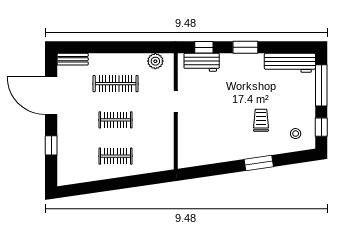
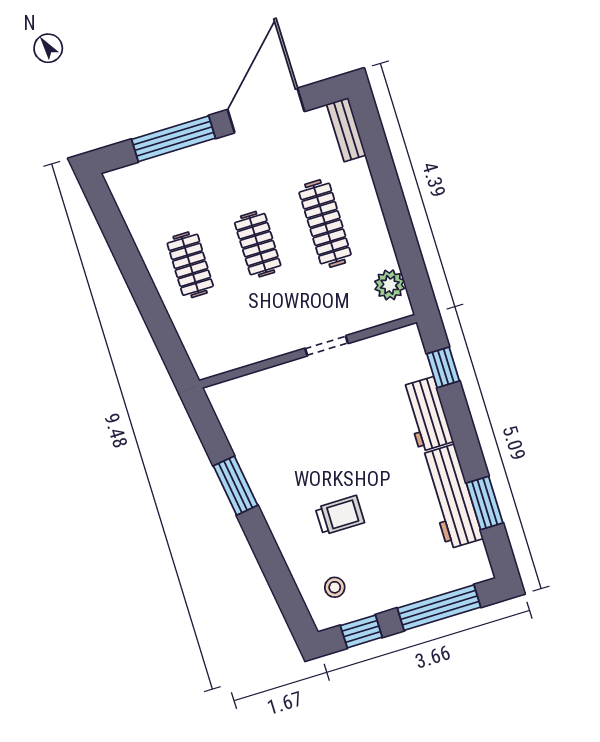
window: (245, 47) -> (485, 503), moved
workbench: (202, 62) -> (427, 414), moved
workbench: (290, 63) -> (451, 497), moved
window: (51, 145) -> (173, 139), width x2.17
window: (259, 163) -> (235, 486), moved

